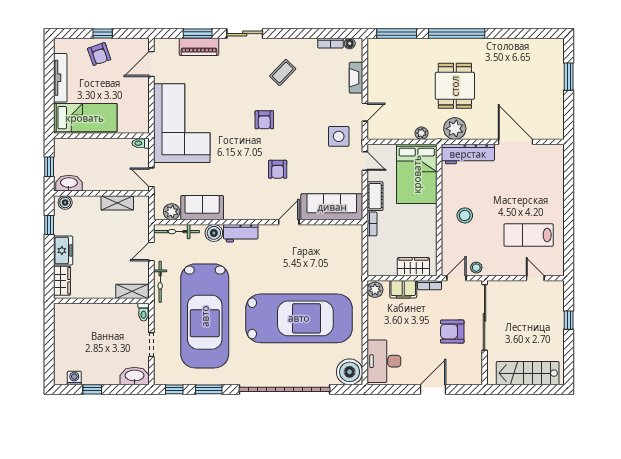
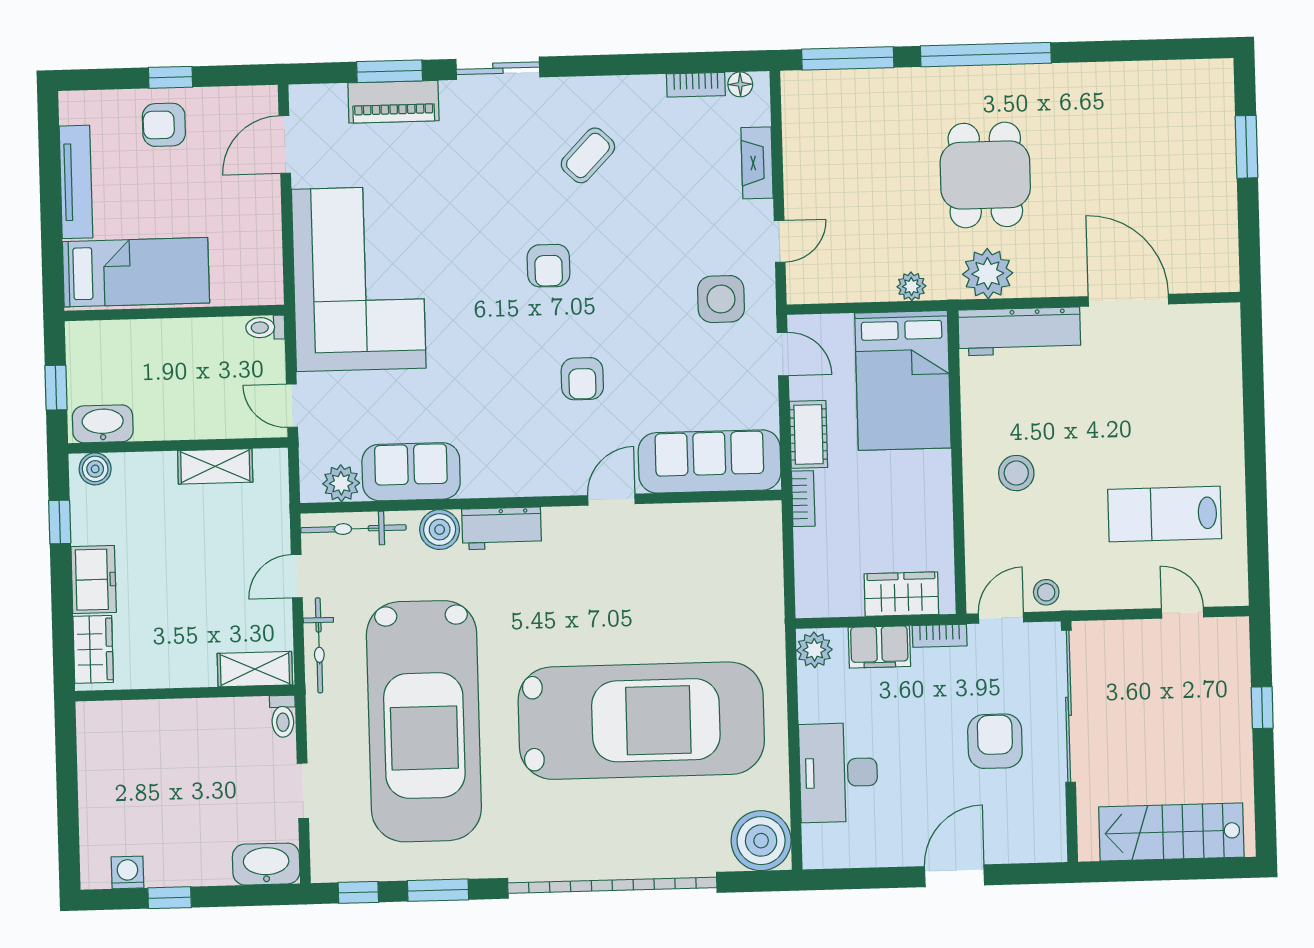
armchair: (99, 54) -> (164, 125), turned 109
armchair: (452, 332) -> (995, 741), turned 90
desk: (384, 361) -> (838, 773), moved

